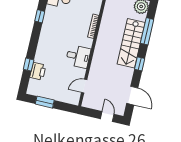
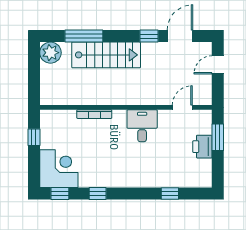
window: (140, 64) -> (149, 36), moved
printer: (38, 71) -> (202, 147), moved, turned -90
door: (84, 86) -> (182, 107), swing flipped
window: (45, 102) -> (218, 137), moved

